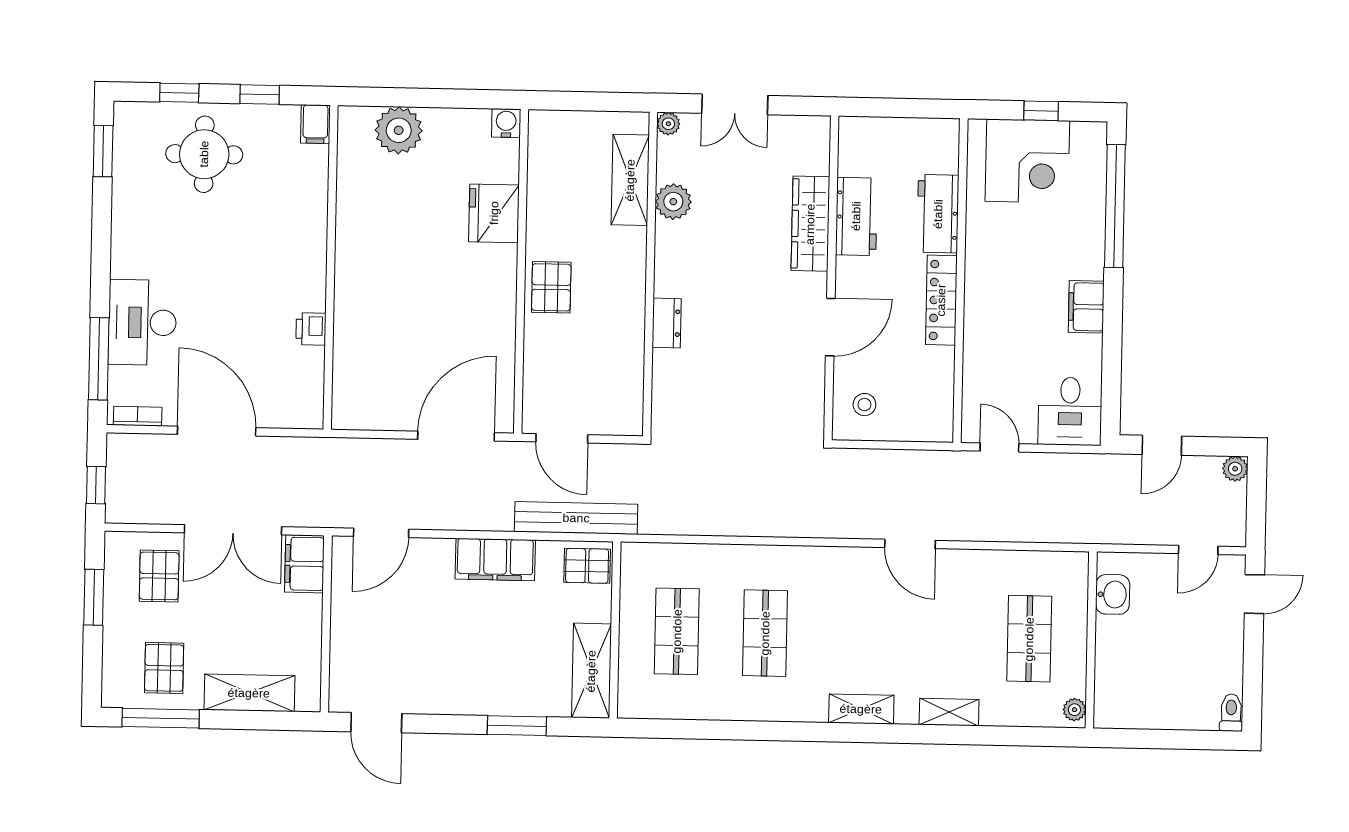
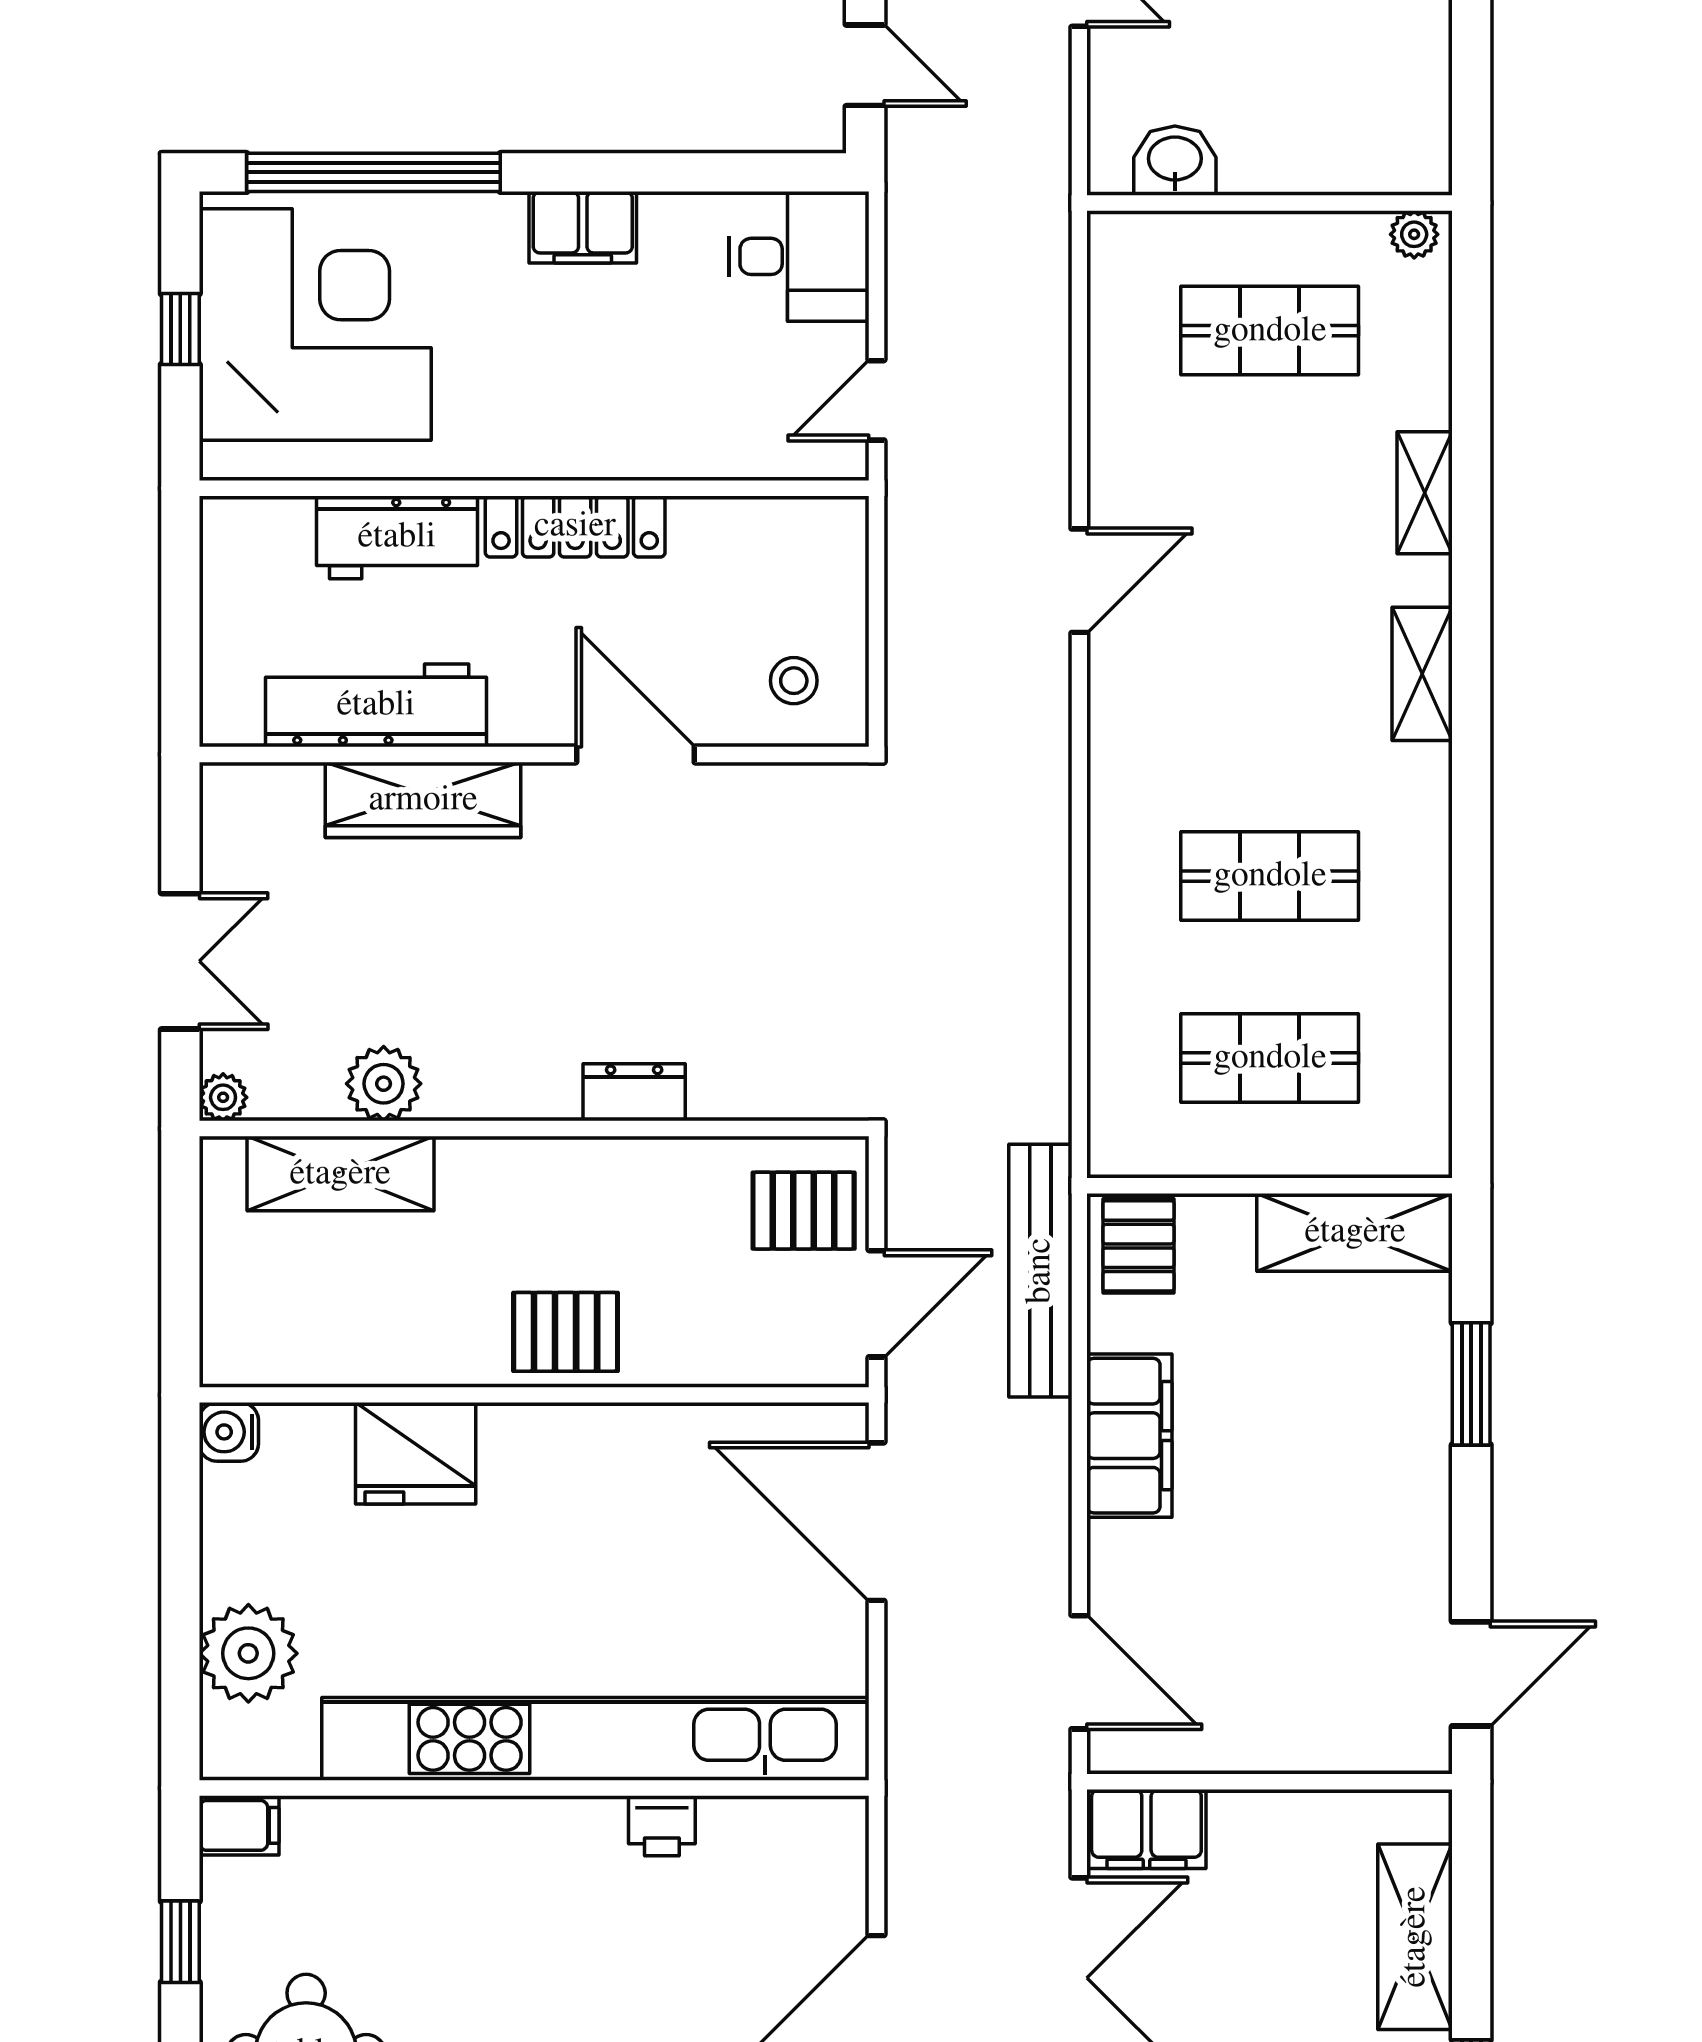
corner desk: (1027, 161) -> (315, 324), width x1.36, depth x1.36
workbench: (856, 216) -> (376, 705), width x1.38
kitchen unit: (354, 298) -> (595, 1739), added
pallet: (608, 404) -> (804, 1211), added

